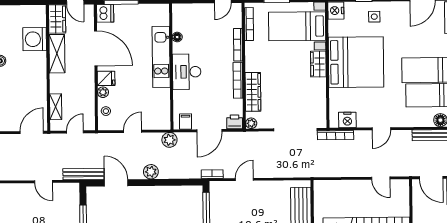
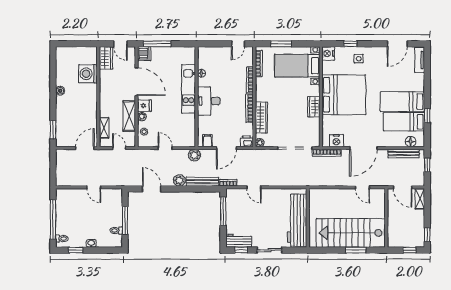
shelving: (57, 54) -> (129, 116), moved
wardrobe: (318, 64) -> (314, 107), moved
door: (381, 129) -> (363, 148), width x1.87
door: (133, 131) -> (165, 148), hinge flipped
door: (75, 132) -> (119, 148), hinge flipped
bench: (83, 174) -> (202, 182), moved
door: (244, 179) -> (254, 187), swing flipped

